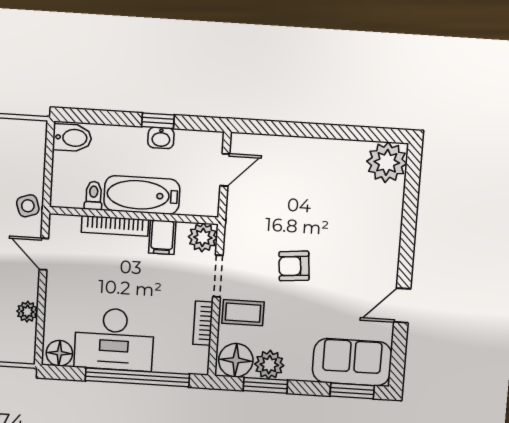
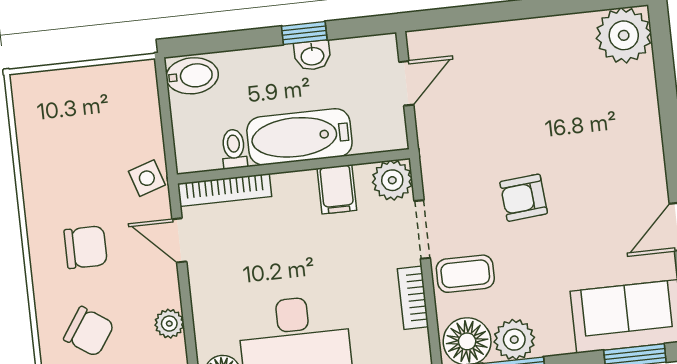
bookcase: (115, 226) -> (225, 190), moved

